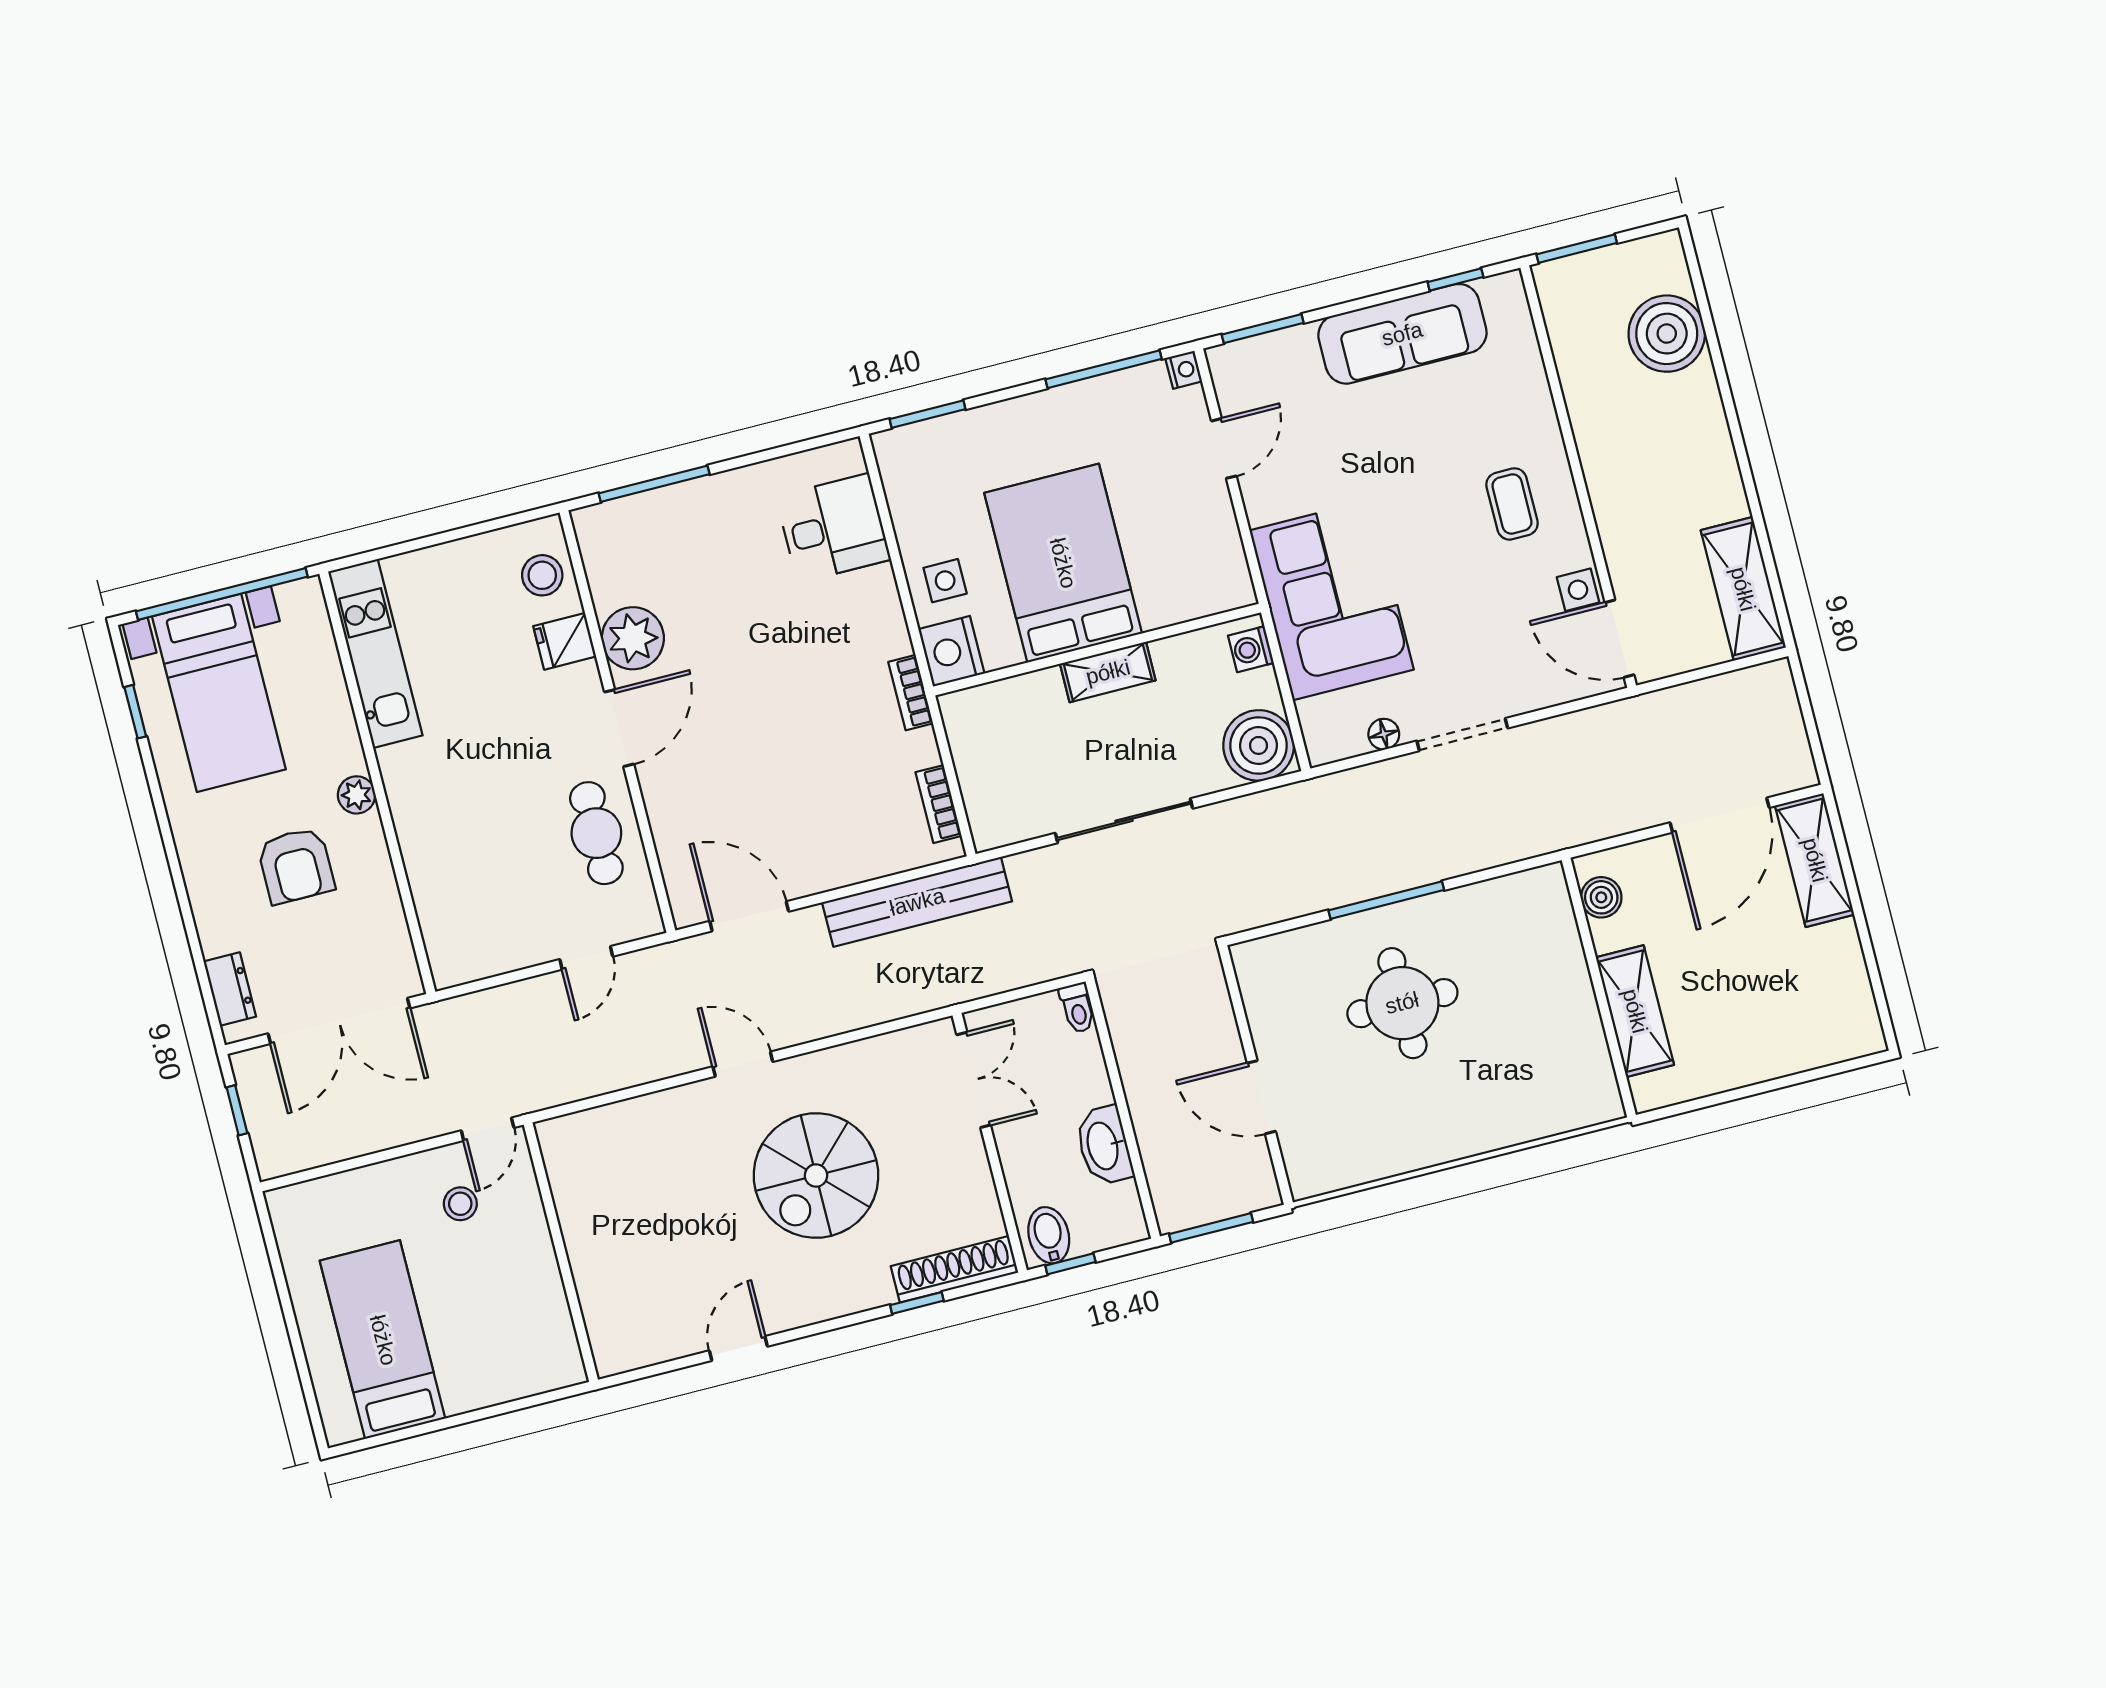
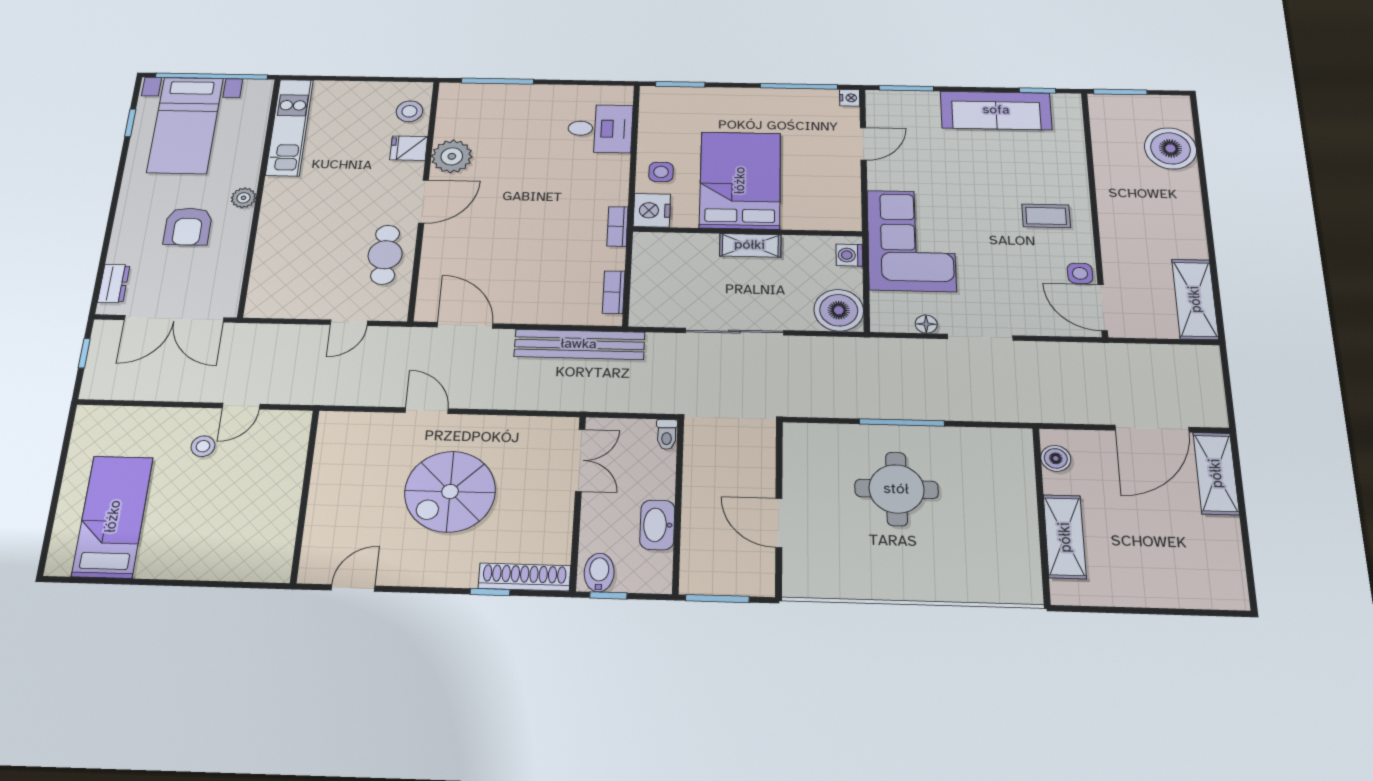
coffee table: (1512, 504) -> (1046, 216), turned 90
wall: (561, 1252) -> (305, 495), moved

